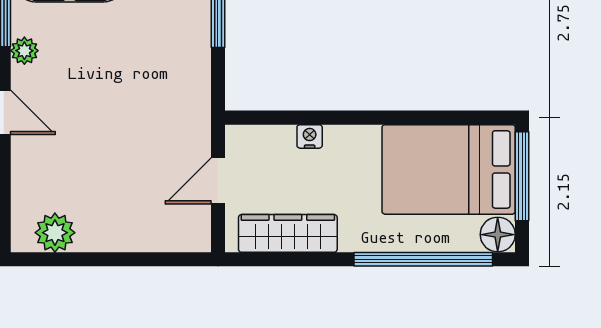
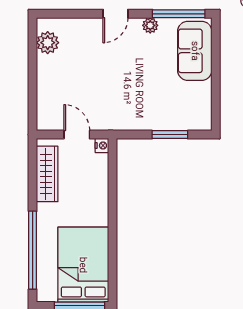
nightstand: (310, 136) -> (102, 145), moved
floor lamp: (498, 235) -> (47, 292), removed

